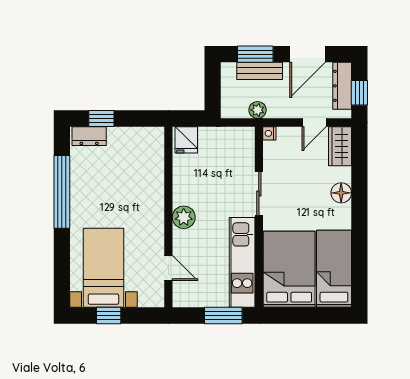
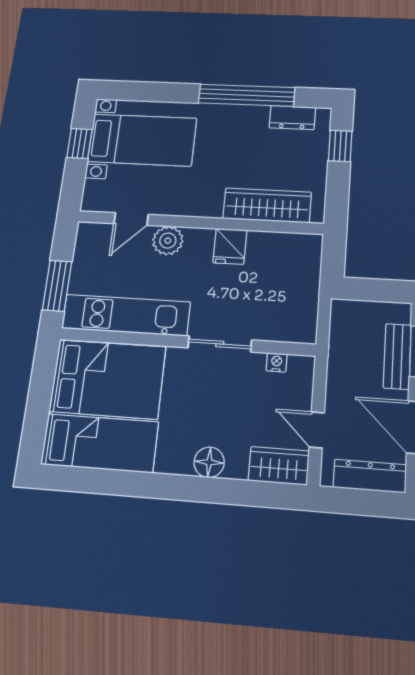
window: (359, 93) -> (358, 502), removed
plant: (258, 110) -> (340, 350), removed
nightstand: (269, 133) -> (277, 362), moved
dresser: (89, 136) -> (292, 118), moved, turned -90
fridge: (186, 140) -> (230, 246), moved, turned -90
wardrobe: (152, 169) -> (267, 205), added
plant: (184, 217) -> (168, 241), moved

